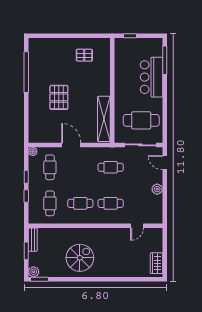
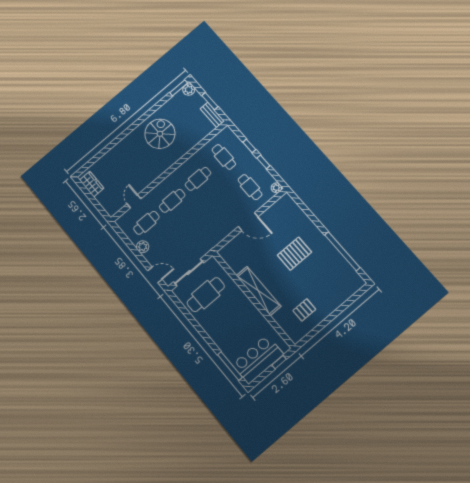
bar counter: (151, 77) -> (258, 359), moved, turned -90
pallet: (59, 97) -> (294, 254), turned 90
shelving: (104, 119) -> (258, 291), moved
cafe table: (111, 167) -> (146, 223), moved
spiral stairs: (80, 258) -> (160, 134), turned 180

